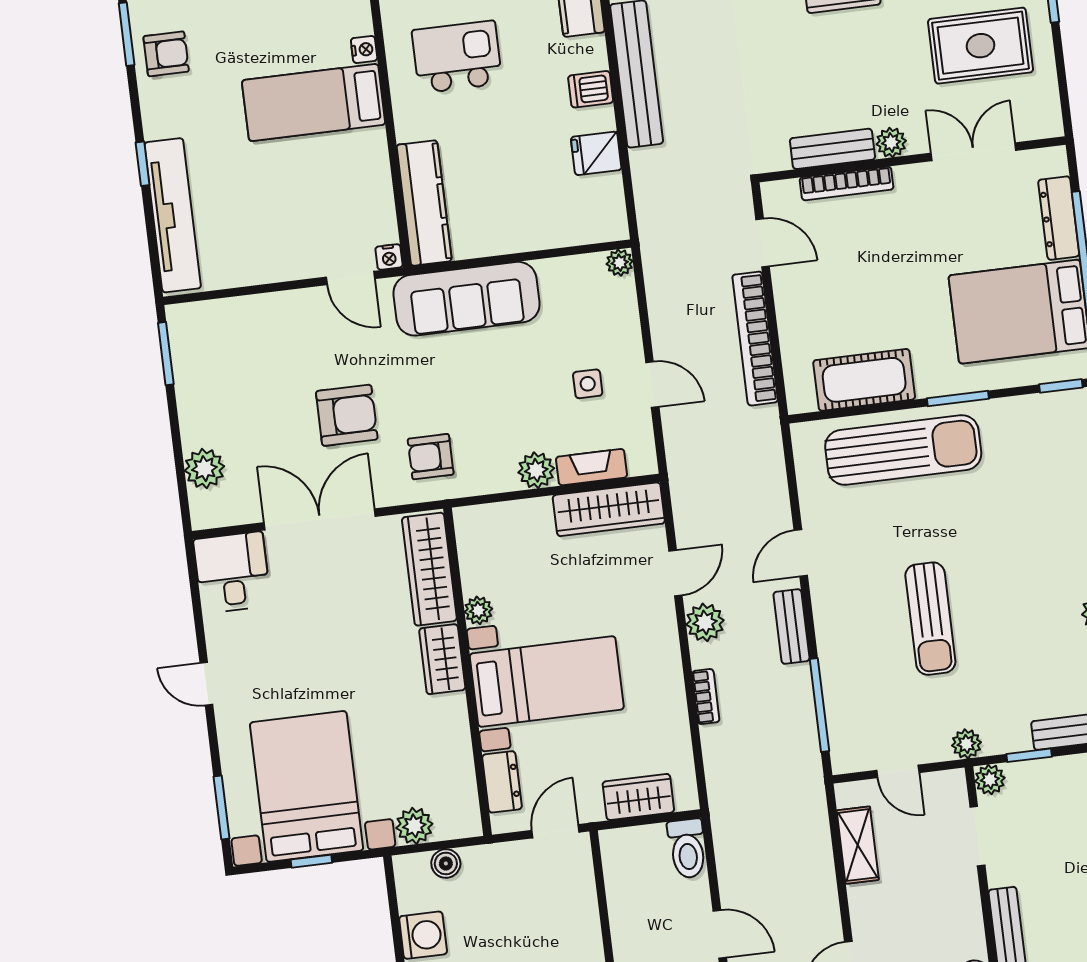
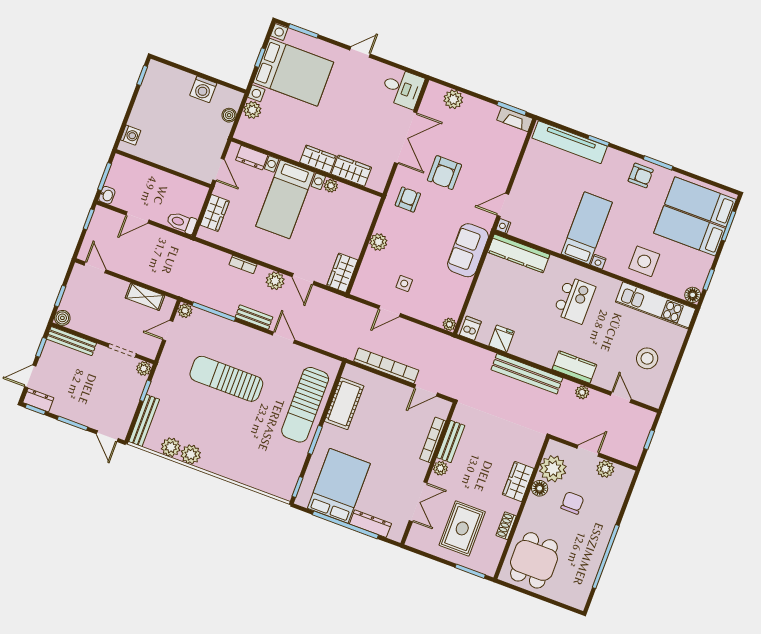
armchair: (166, 54) -> (641, 175), turned -90
dishwasher: (591, 89) -> (470, 328), moved
sofa: (466, 299) -> (468, 250), width x0.73
fireplace: (592, 467) -> (515, 119), moved, turned 90
wardrobe: (609, 509) -> (342, 273), width x0.67
wardrobe: (429, 569) -> (351, 171), width x0.67
sun lounger: (930, 619) -> (226, 379), width x1.36, depth x1.34
plant: (966, 744) -> (185, 311), moved

